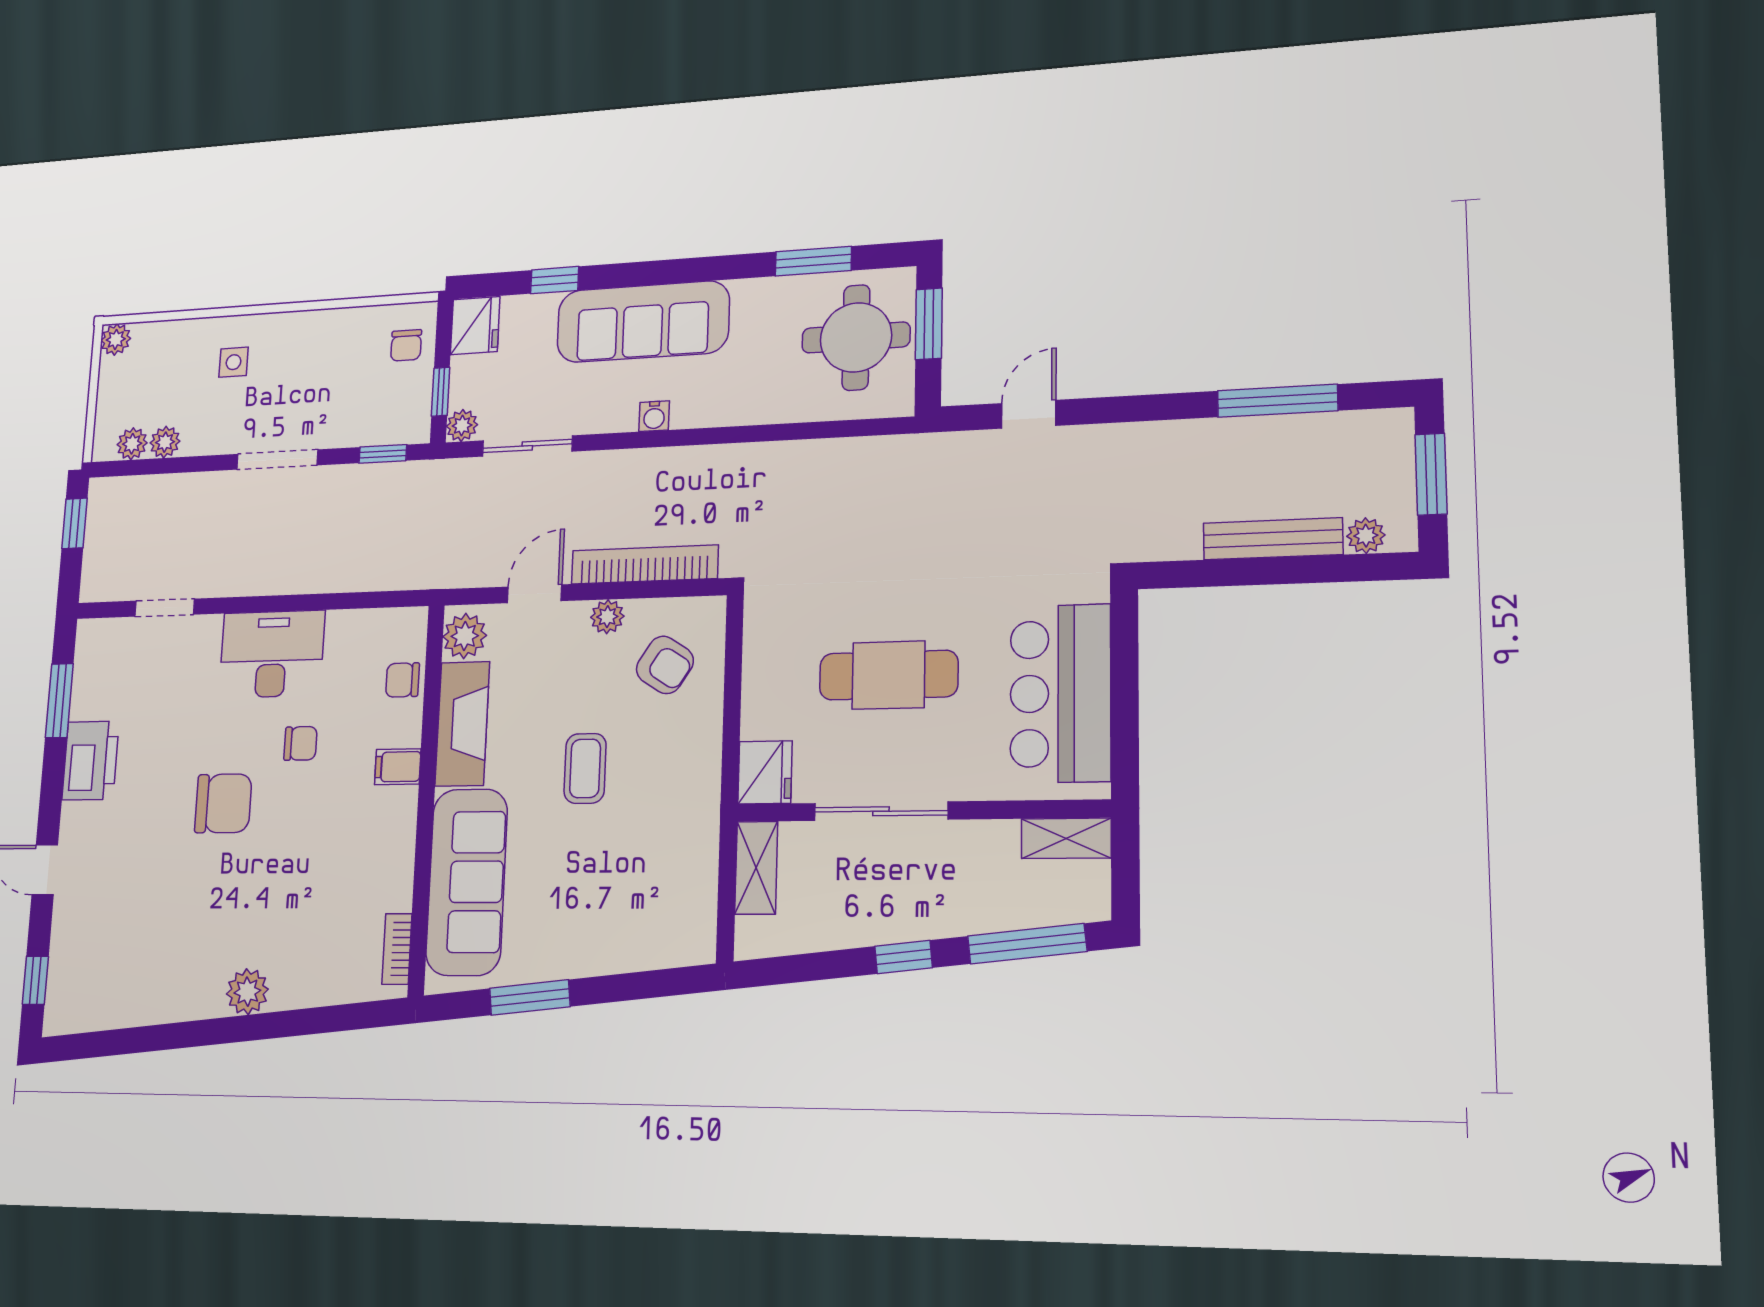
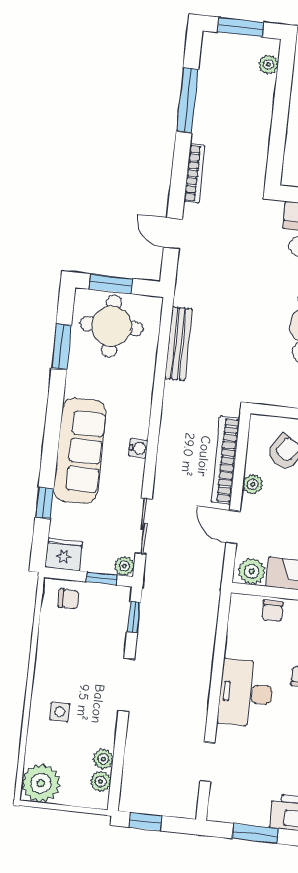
plant: (116, 339) -> (41, 783), width x1.88, depth x1.88
bookcase: (1142, 434) -> (194, 173), added
bench: (1273, 539) -> (179, 344), moved

